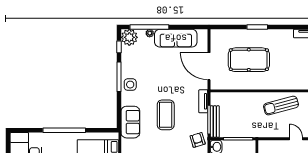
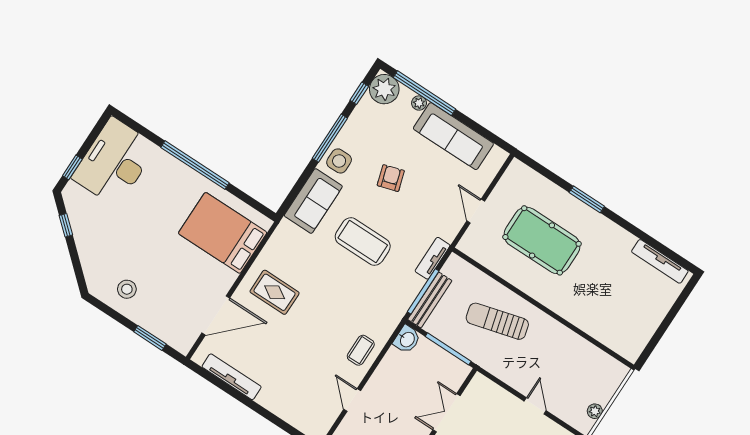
door: (209, 66) -> (476, 211), width x0.53
sun lounger: (281, 106) -> (497, 321), moved
coffee table: (166, 115) -> (363, 242), turned 90
sofa: (130, 122) -> (313, 201), moved
armchair: (198, 140) -> (391, 178), moved

